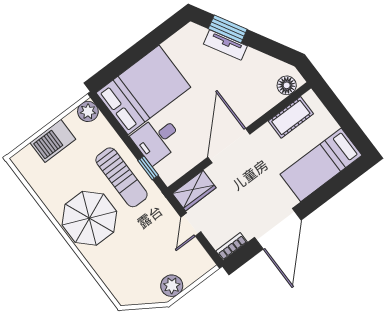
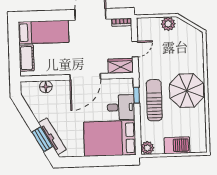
tv unit: (225, 45) -> (52, 136), width x1.41
floor lamp: (287, 85) -> (46, 87), moved
cot: (291, 117) -> (27, 58), moved, turned 90

